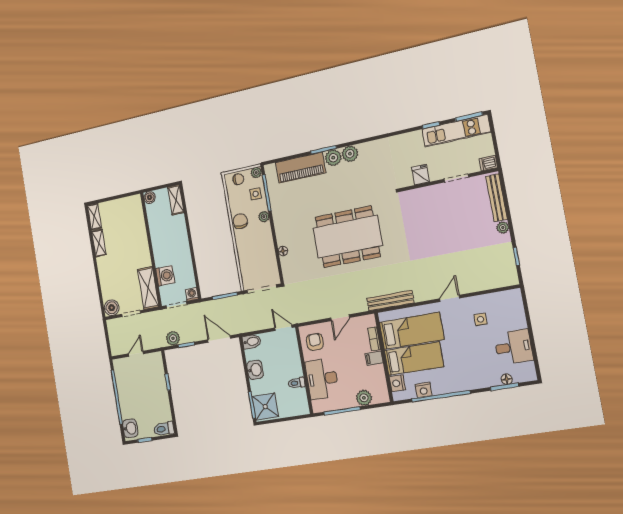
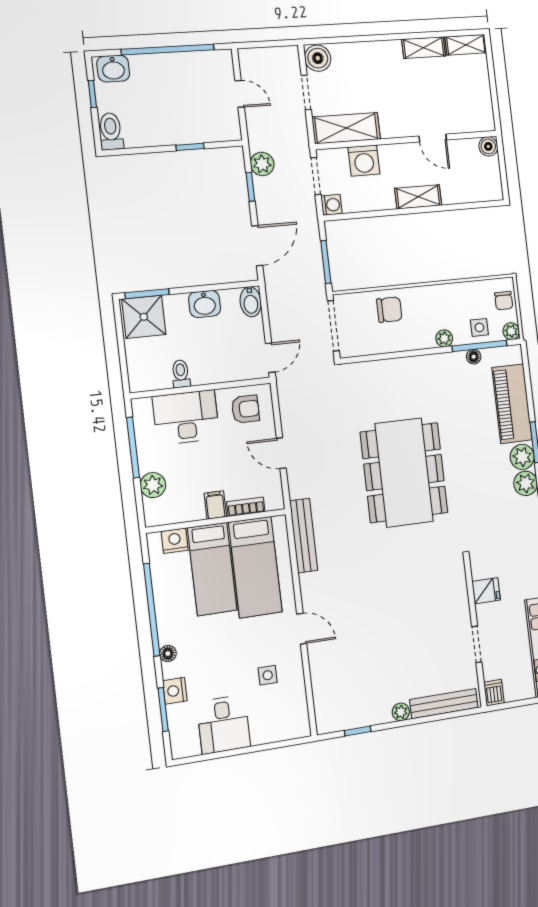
shelving: (176, 200) -> (418, 197), moved
chair: (240, 221) -> (389, 310), moved
door: (148, 233) -> (433, 138), added
floor lamp: (283, 251) -> (474, 357), moved
floor lamp: (507, 379) -> (168, 654), moved
nightstand: (424, 390) -> (175, 691), moved

